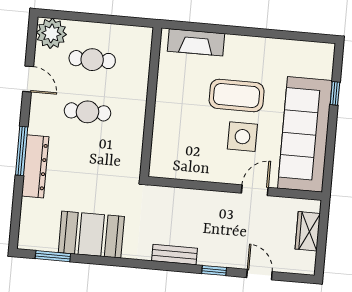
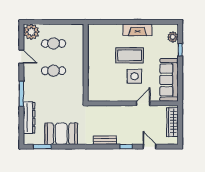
fireplace: (196, 42) -> (137, 30), moved
plant: (323, 68) -> (173, 37), added
sofa: (305, 134) -> (169, 80), width x0.74, depth x0.79
dresser: (35, 166) -> (29, 118), moved
wardrobe: (308, 231) -> (172, 122), width x1.50

